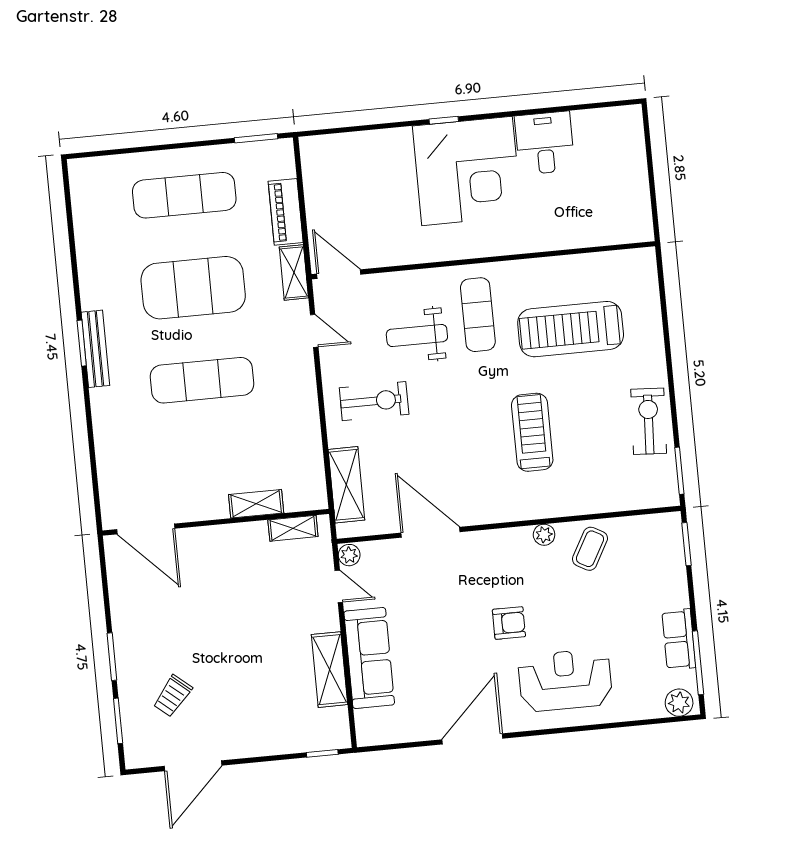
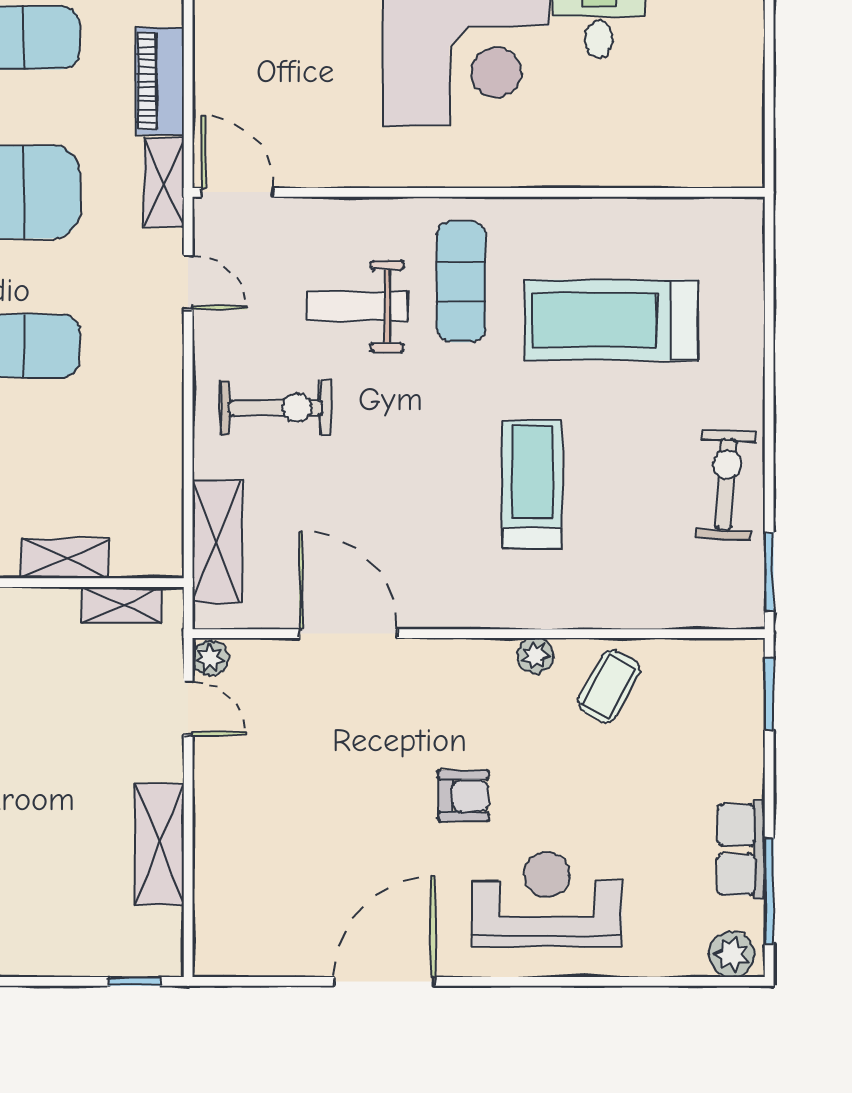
sofa: (369, 658) -> (227, 831), removed

